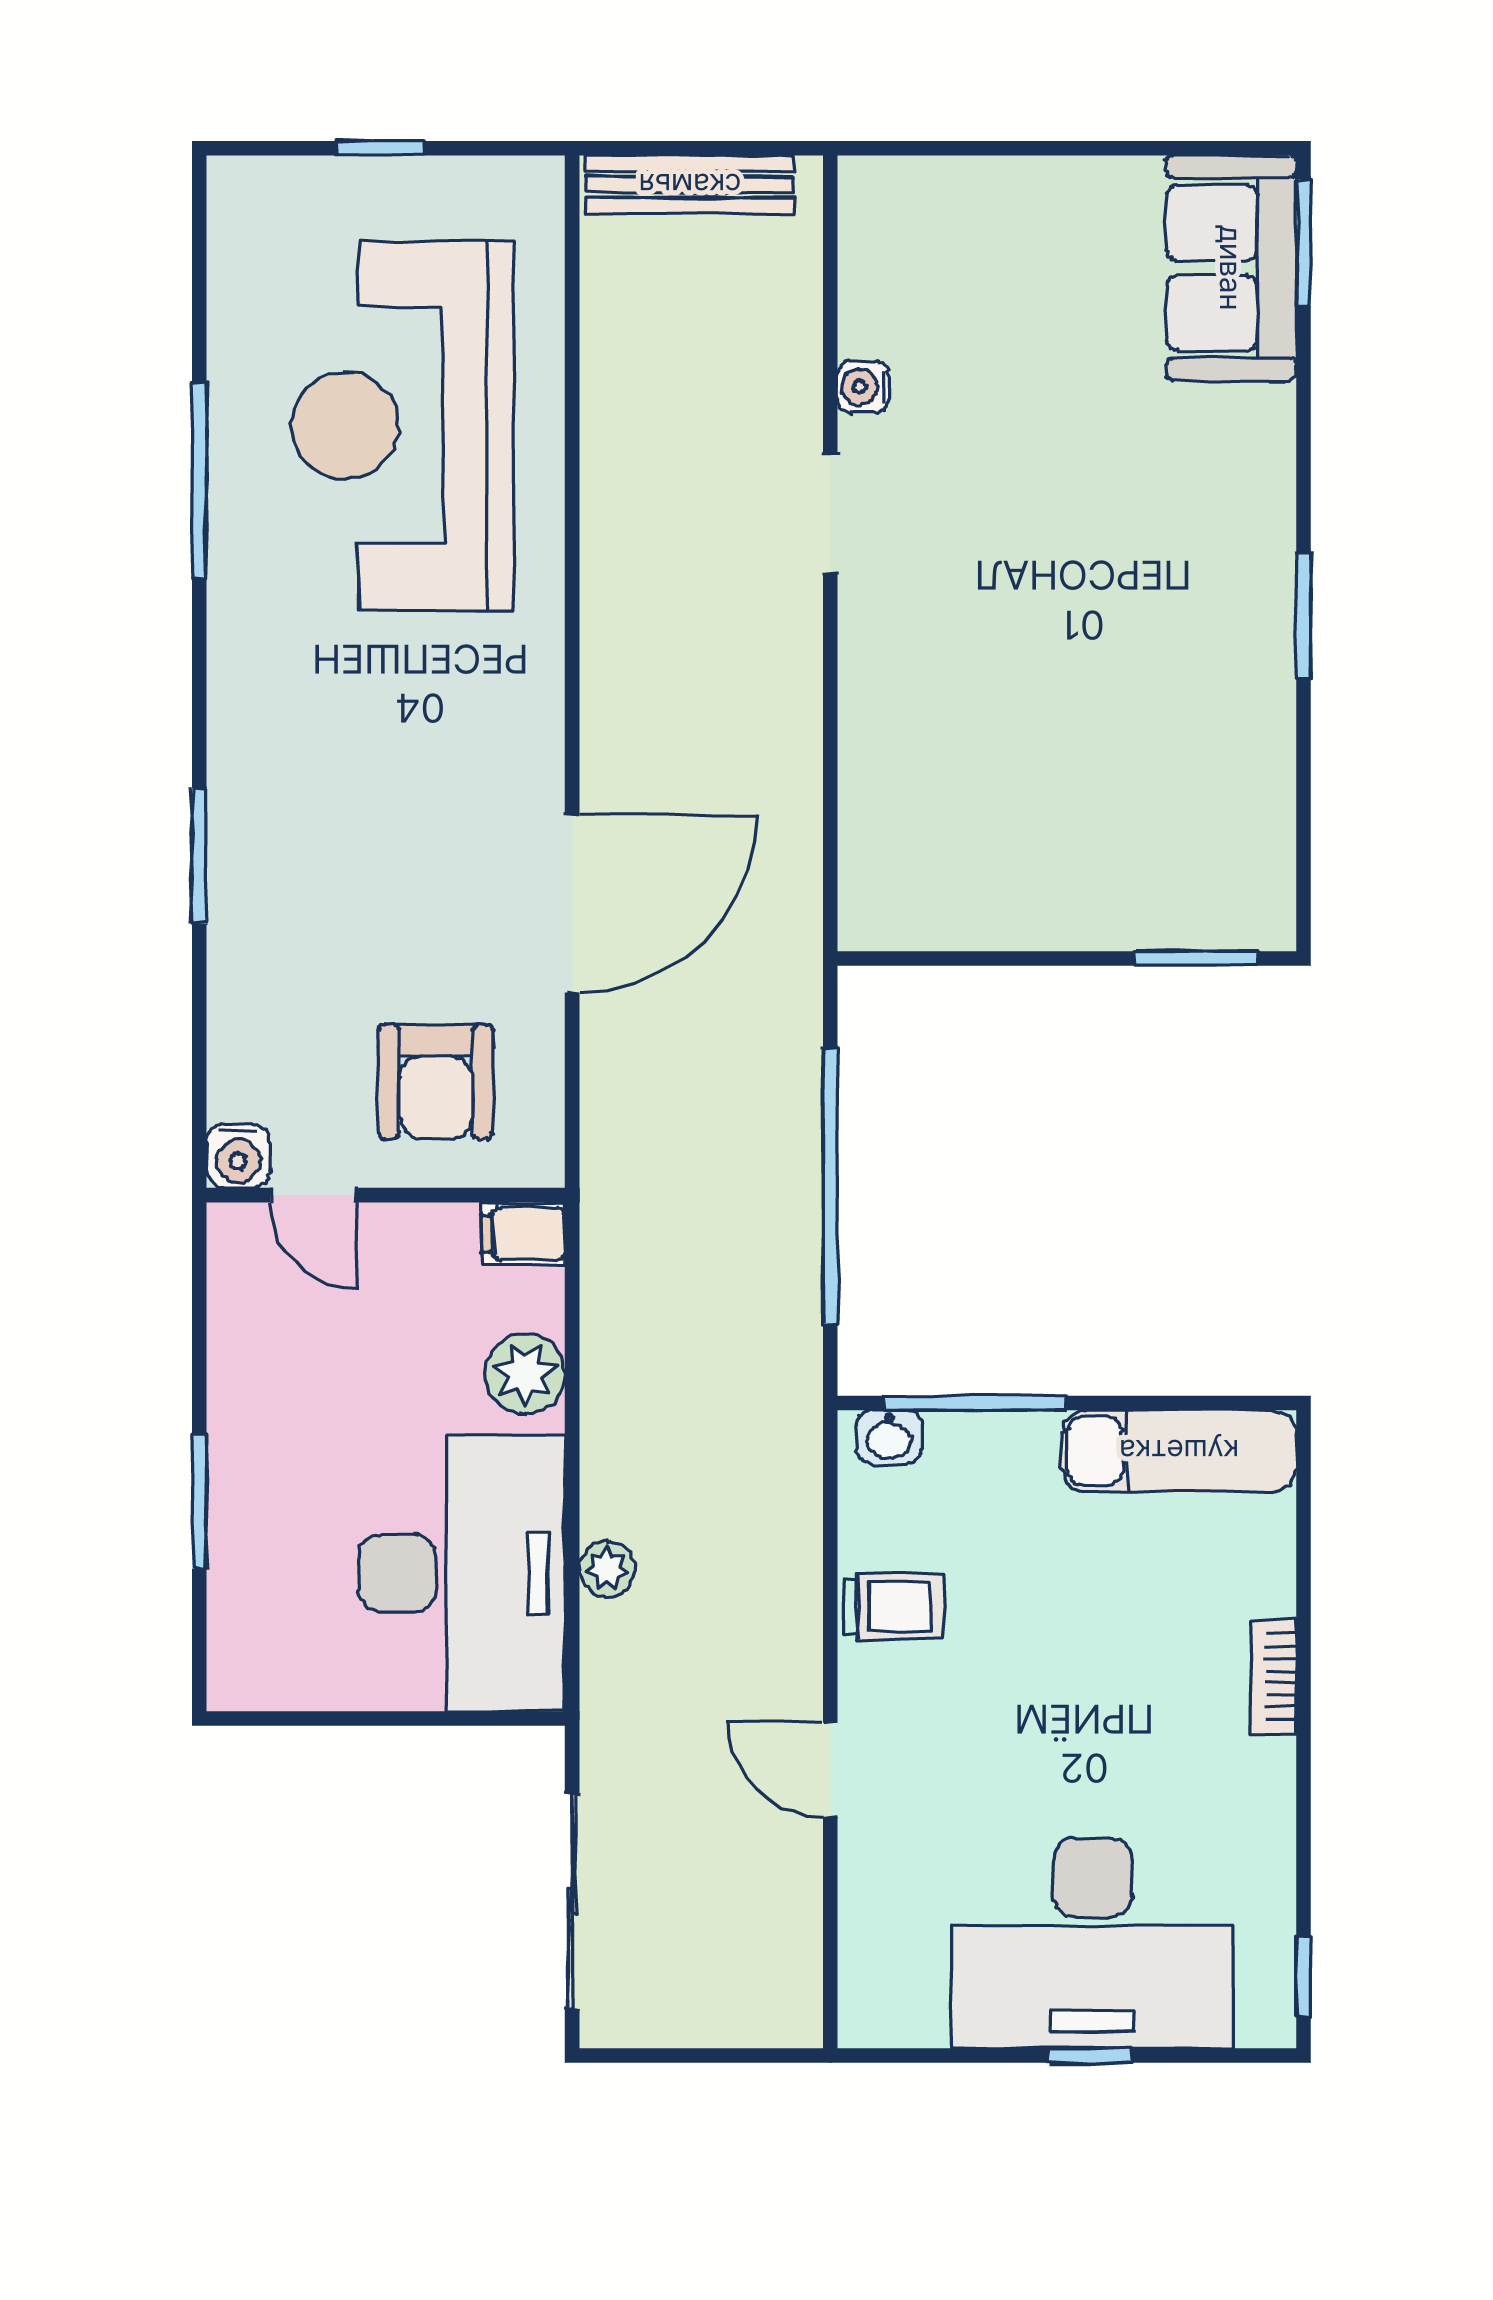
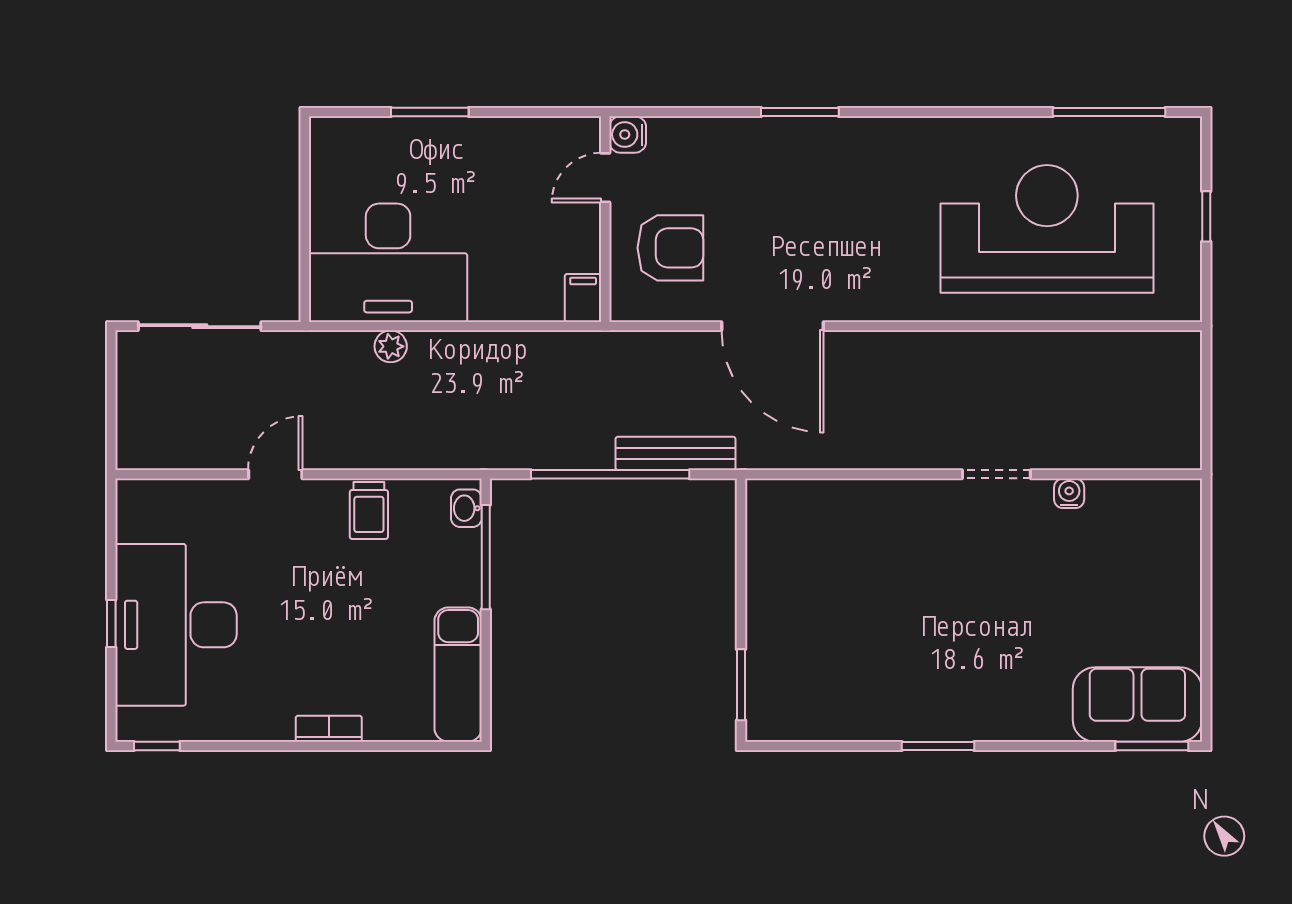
bench: (690, 185) -> (675, 453), moved, turned 90
window: (199, 480) -> (1109, 112), moved
armchair: (436, 1082) -> (670, 248), turned 180
plant: (525, 1374) -> (503, 299), removed

